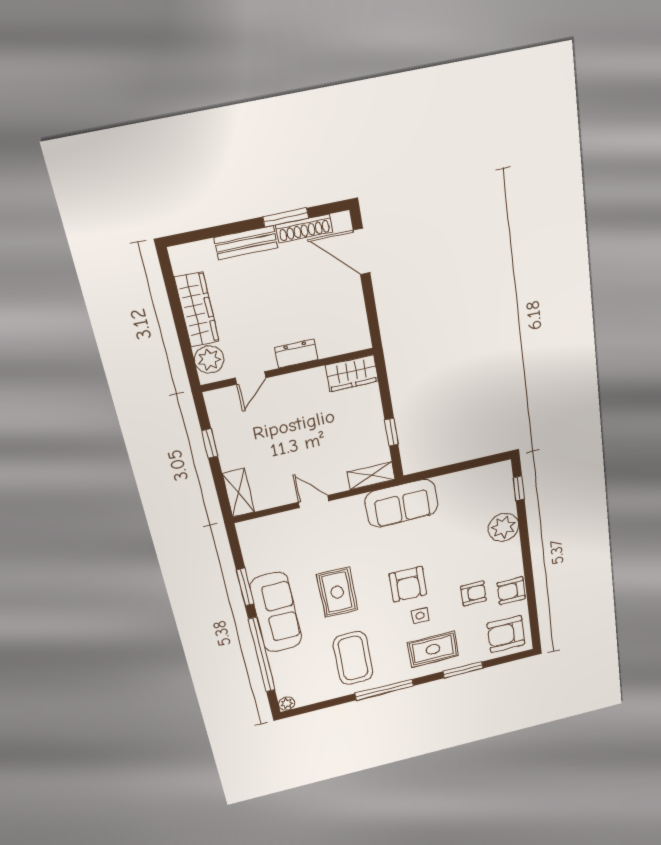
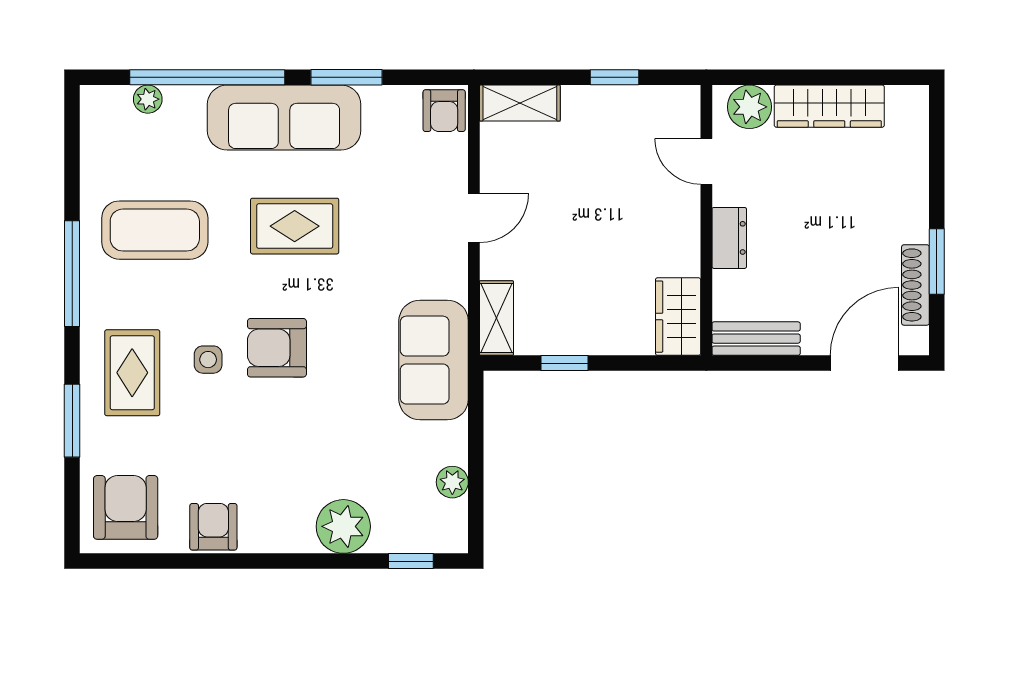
bench: (246, 243) -> (756, 339), moved, turned 90
plant: (471, 477) -> (452, 482), added
armchair: (474, 593) -> (444, 111), moved
plant: (287, 703) -> (148, 99), moved

